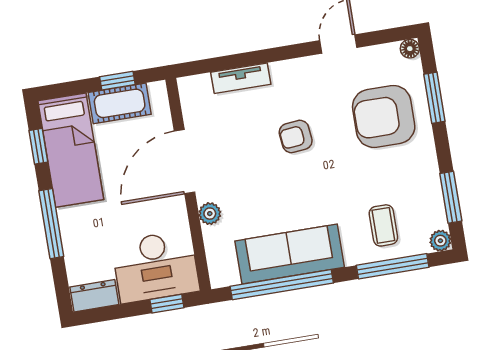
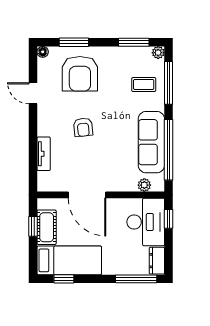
plant: (210, 214) -> (144, 185), moved
window: (51, 224) -> (136, 279), moved

